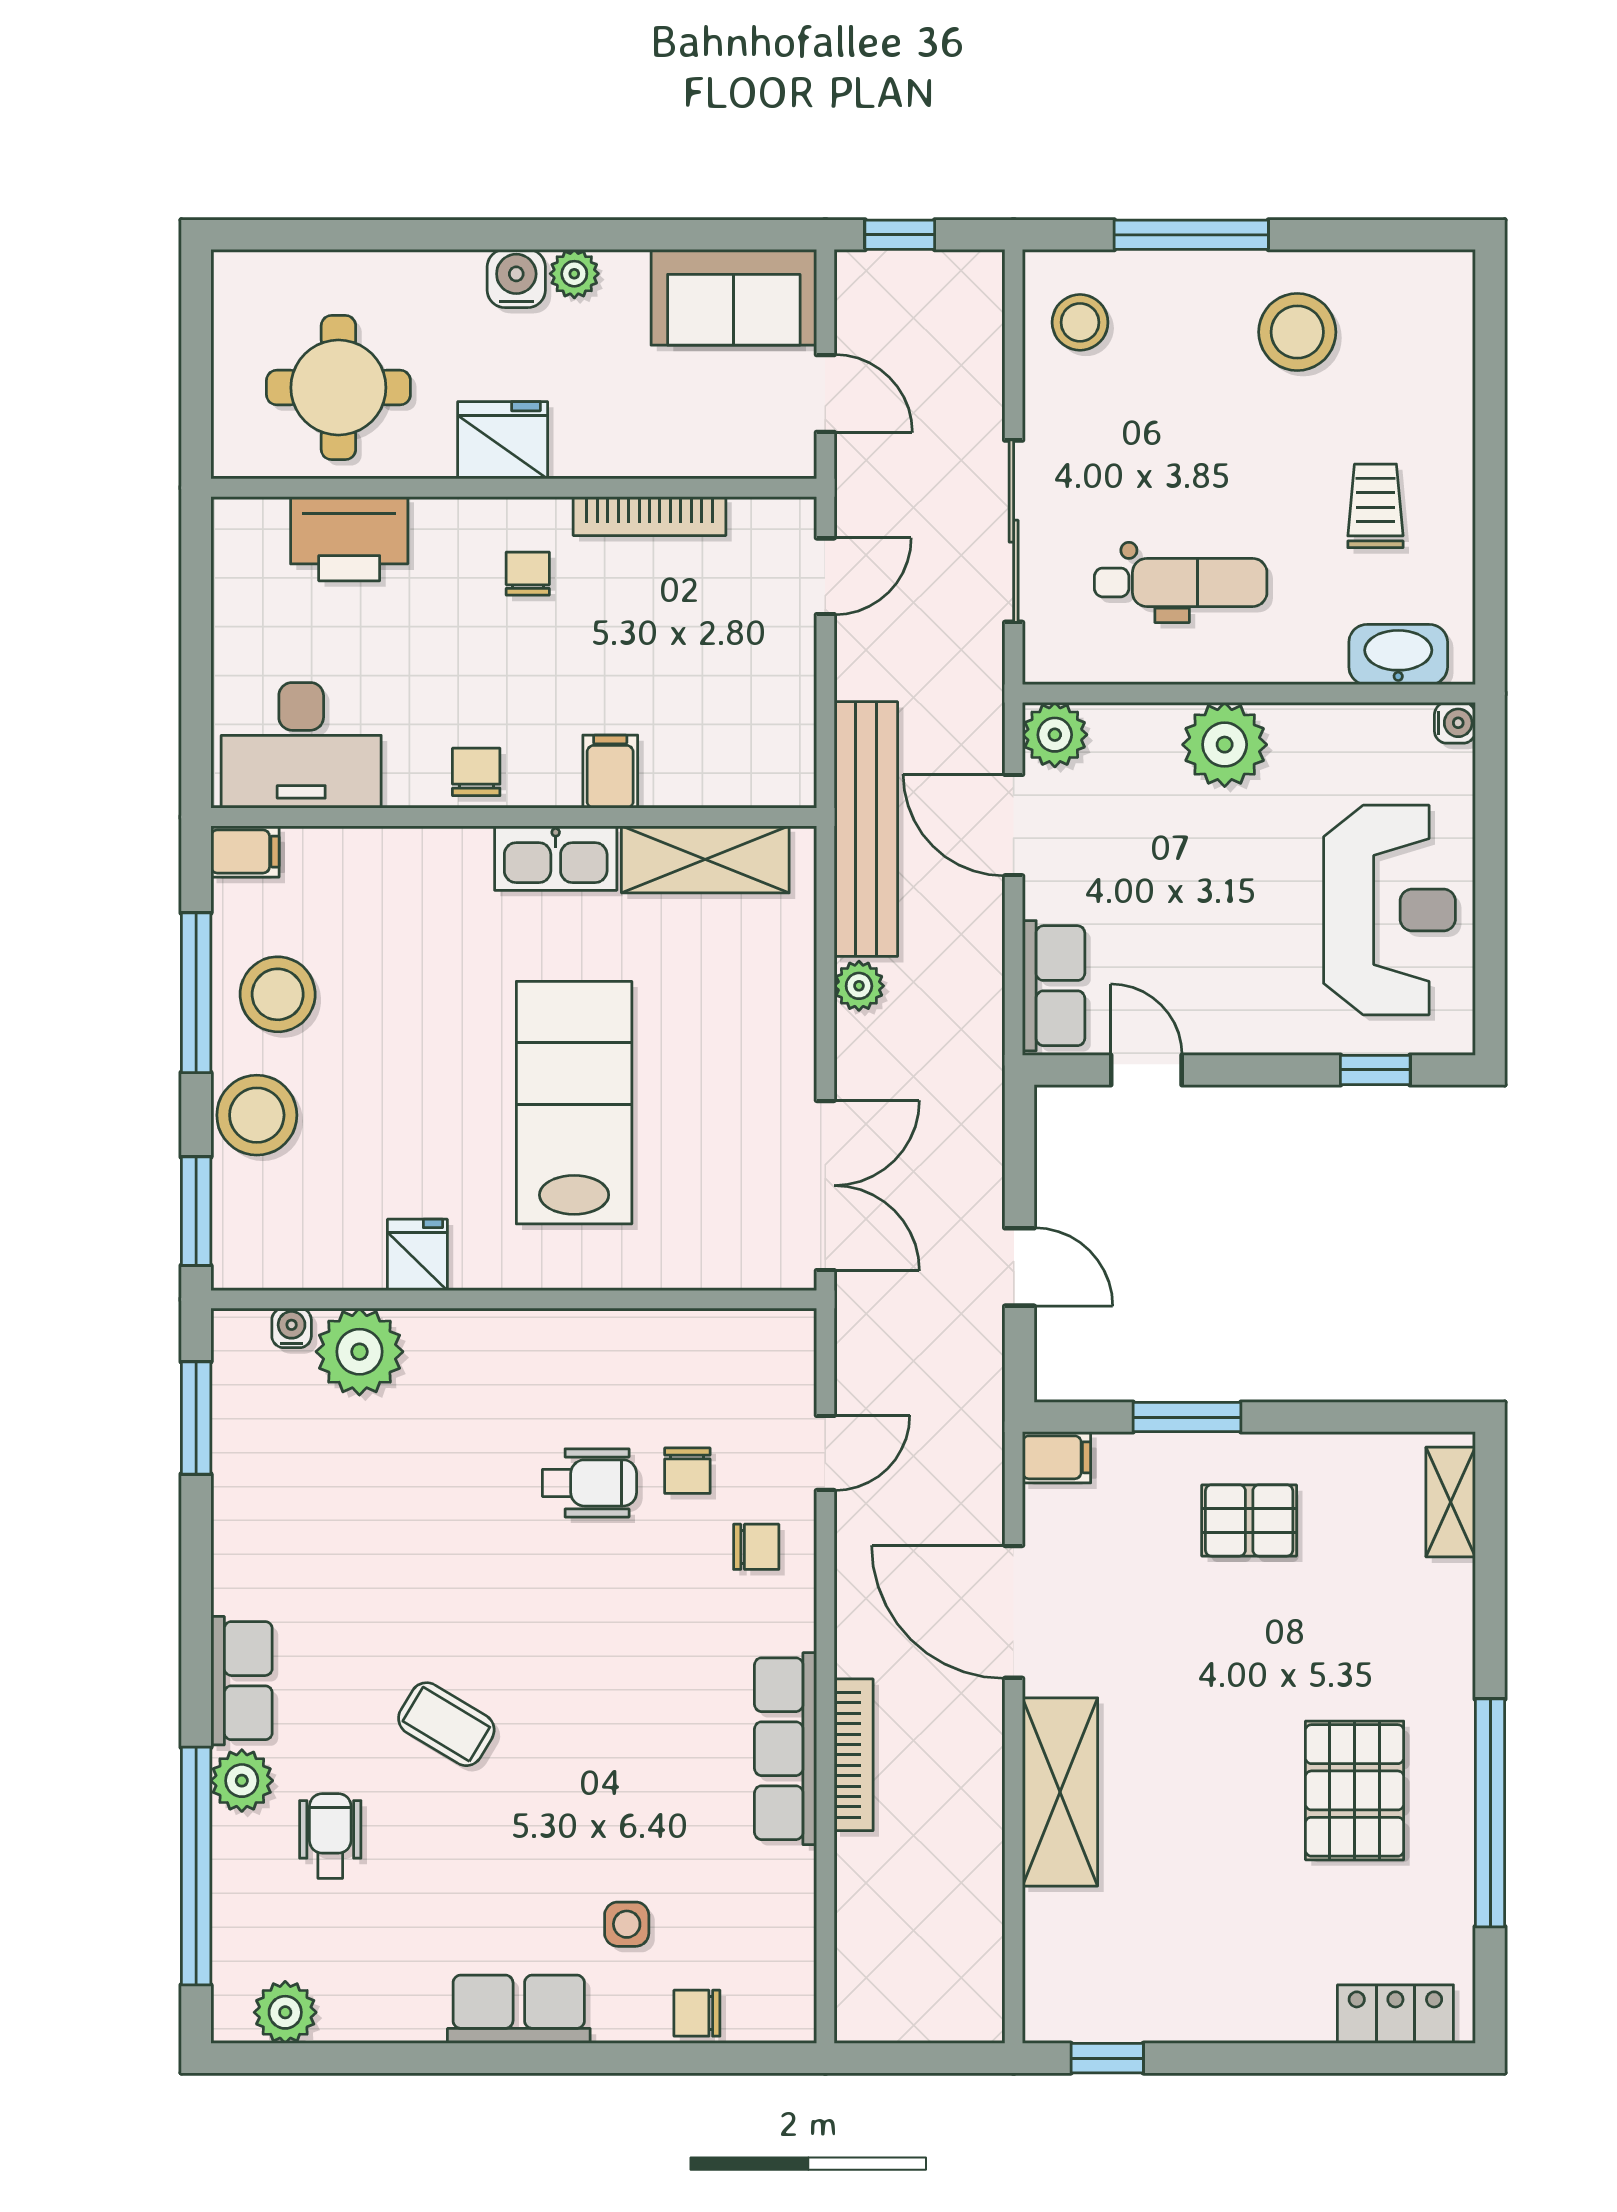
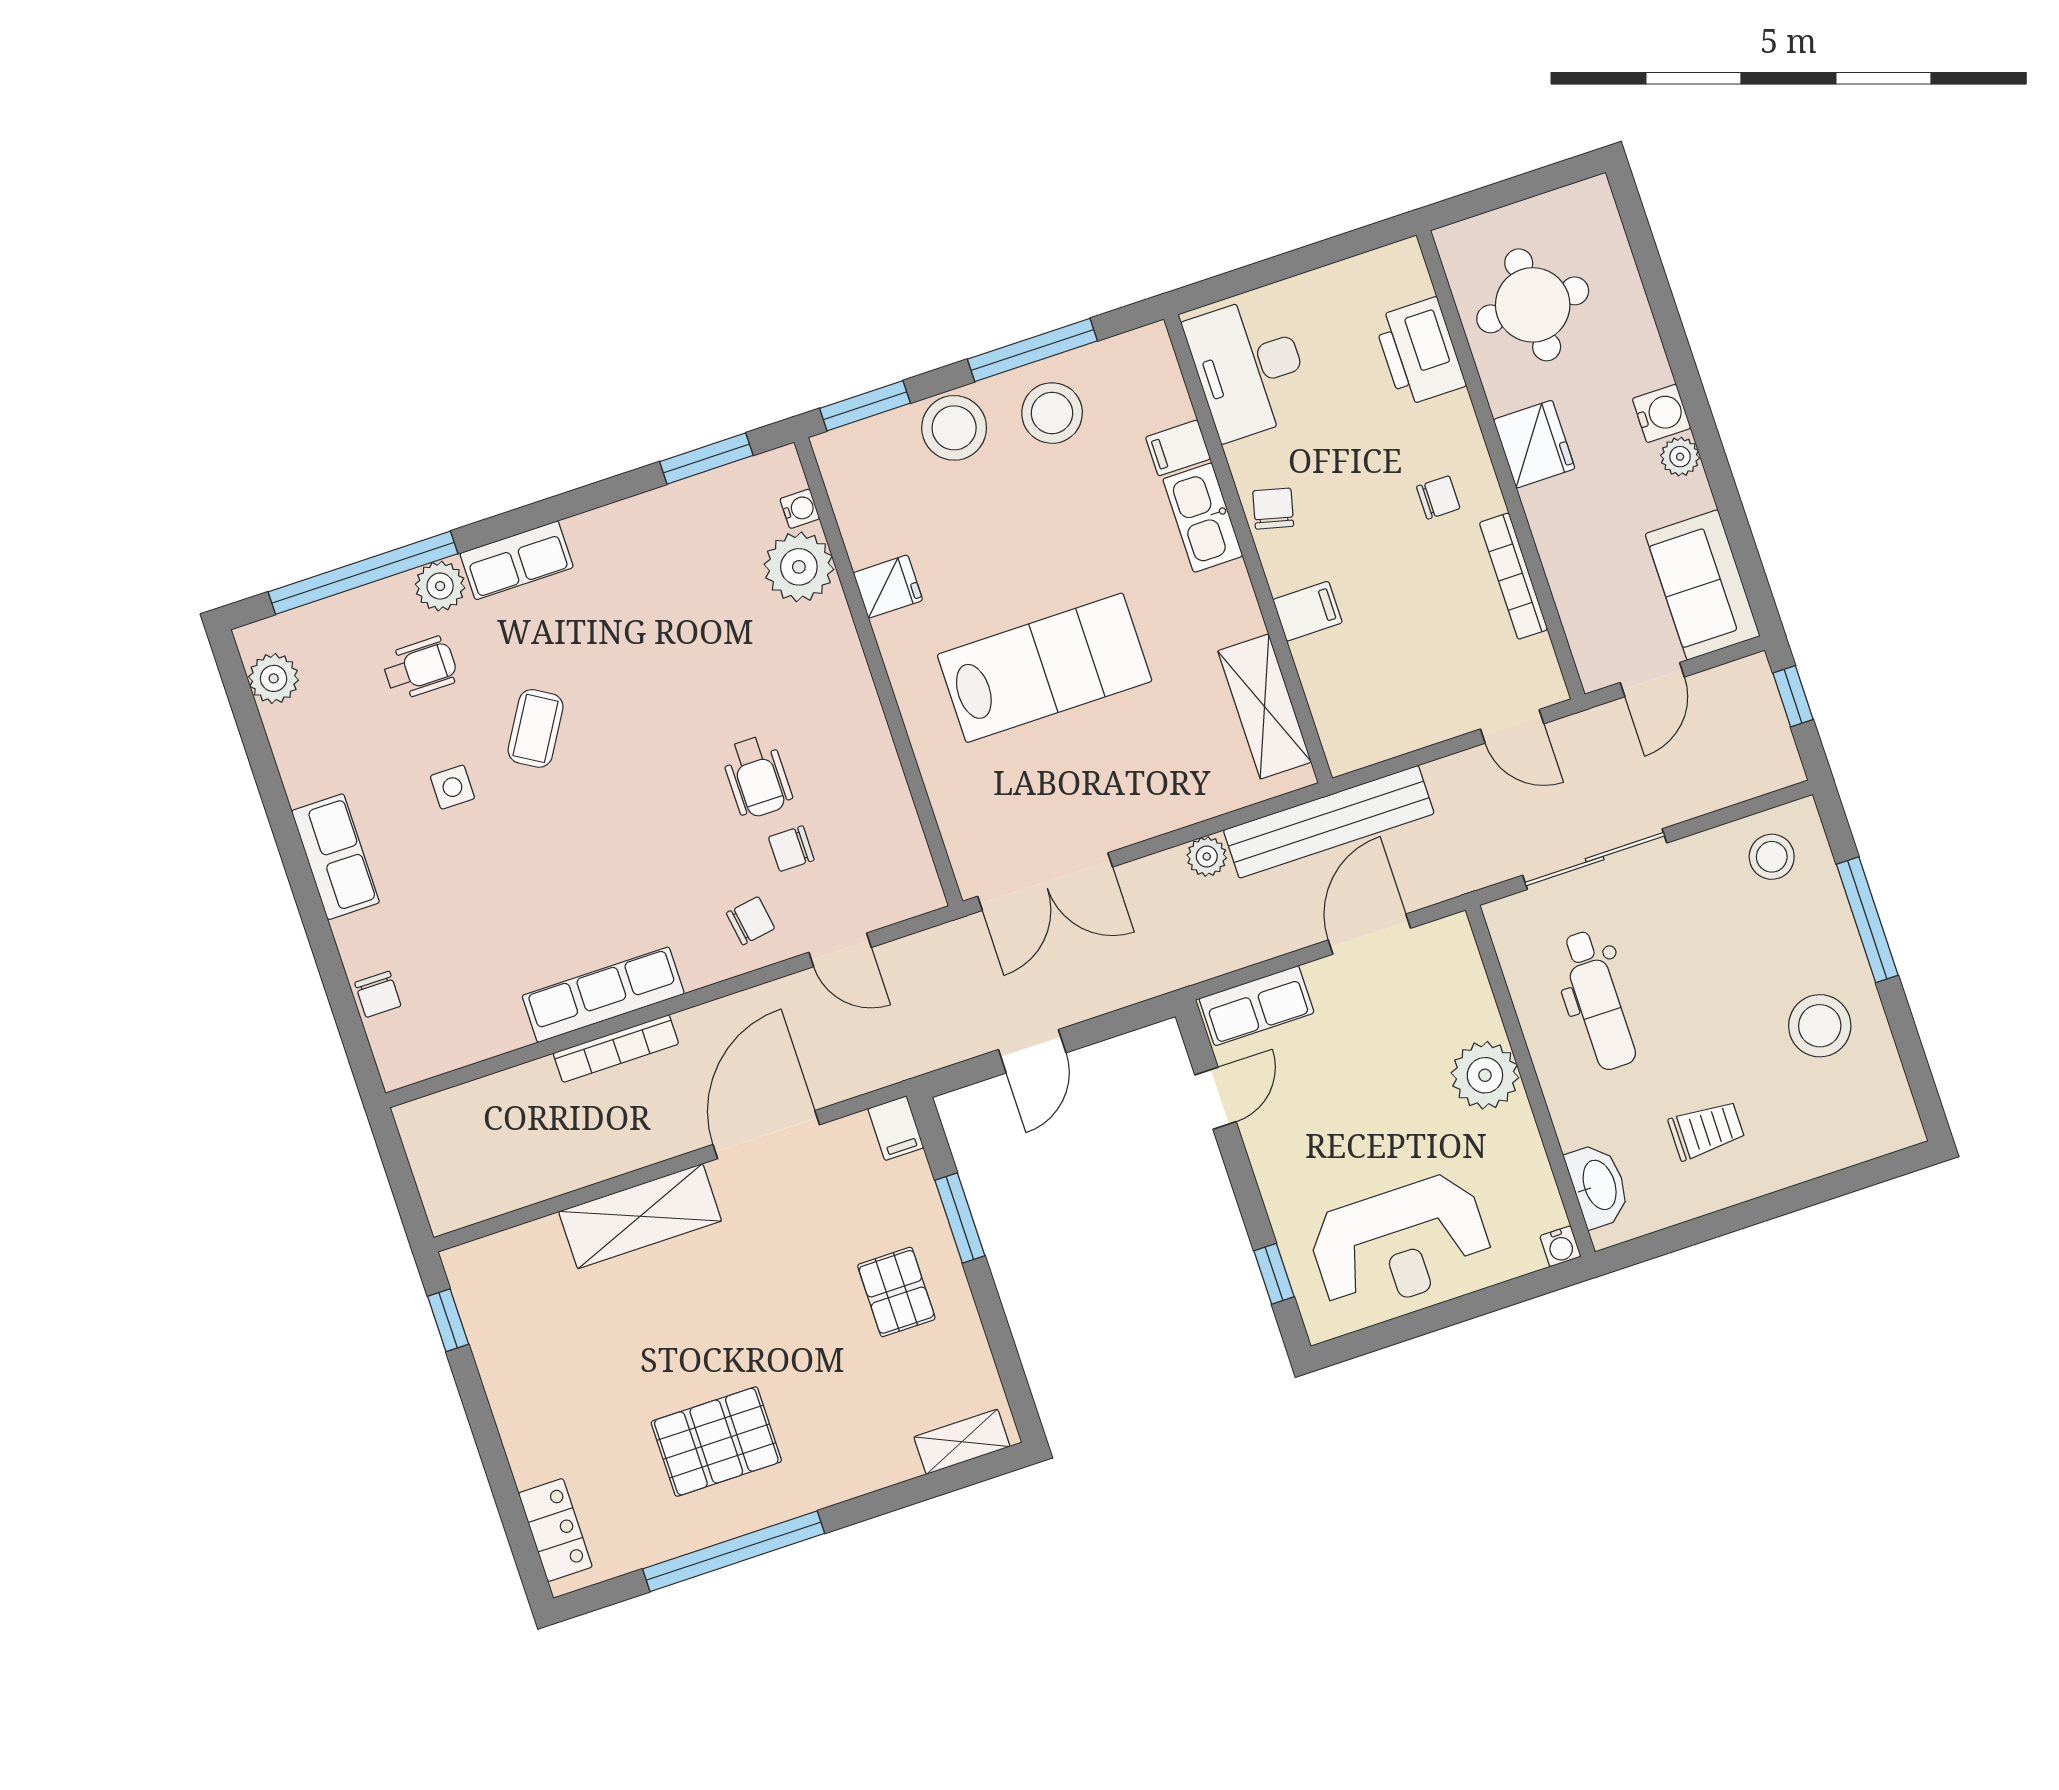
plant: (1055, 735) -> (1449, 943), removed
chair: (476, 772) -> (1273, 509), turned -76
filing cabinet: (245, 852) -> (1178, 448), moved, turned 90
kitchen sink: (556, 858) -> (1203, 518), moved
chair: (756, 1547) -> (750, 921), turned -99
side table: (627, 1924) -> (452, 787), moved
chair: (697, 2013) -> (378, 994), turned 180

